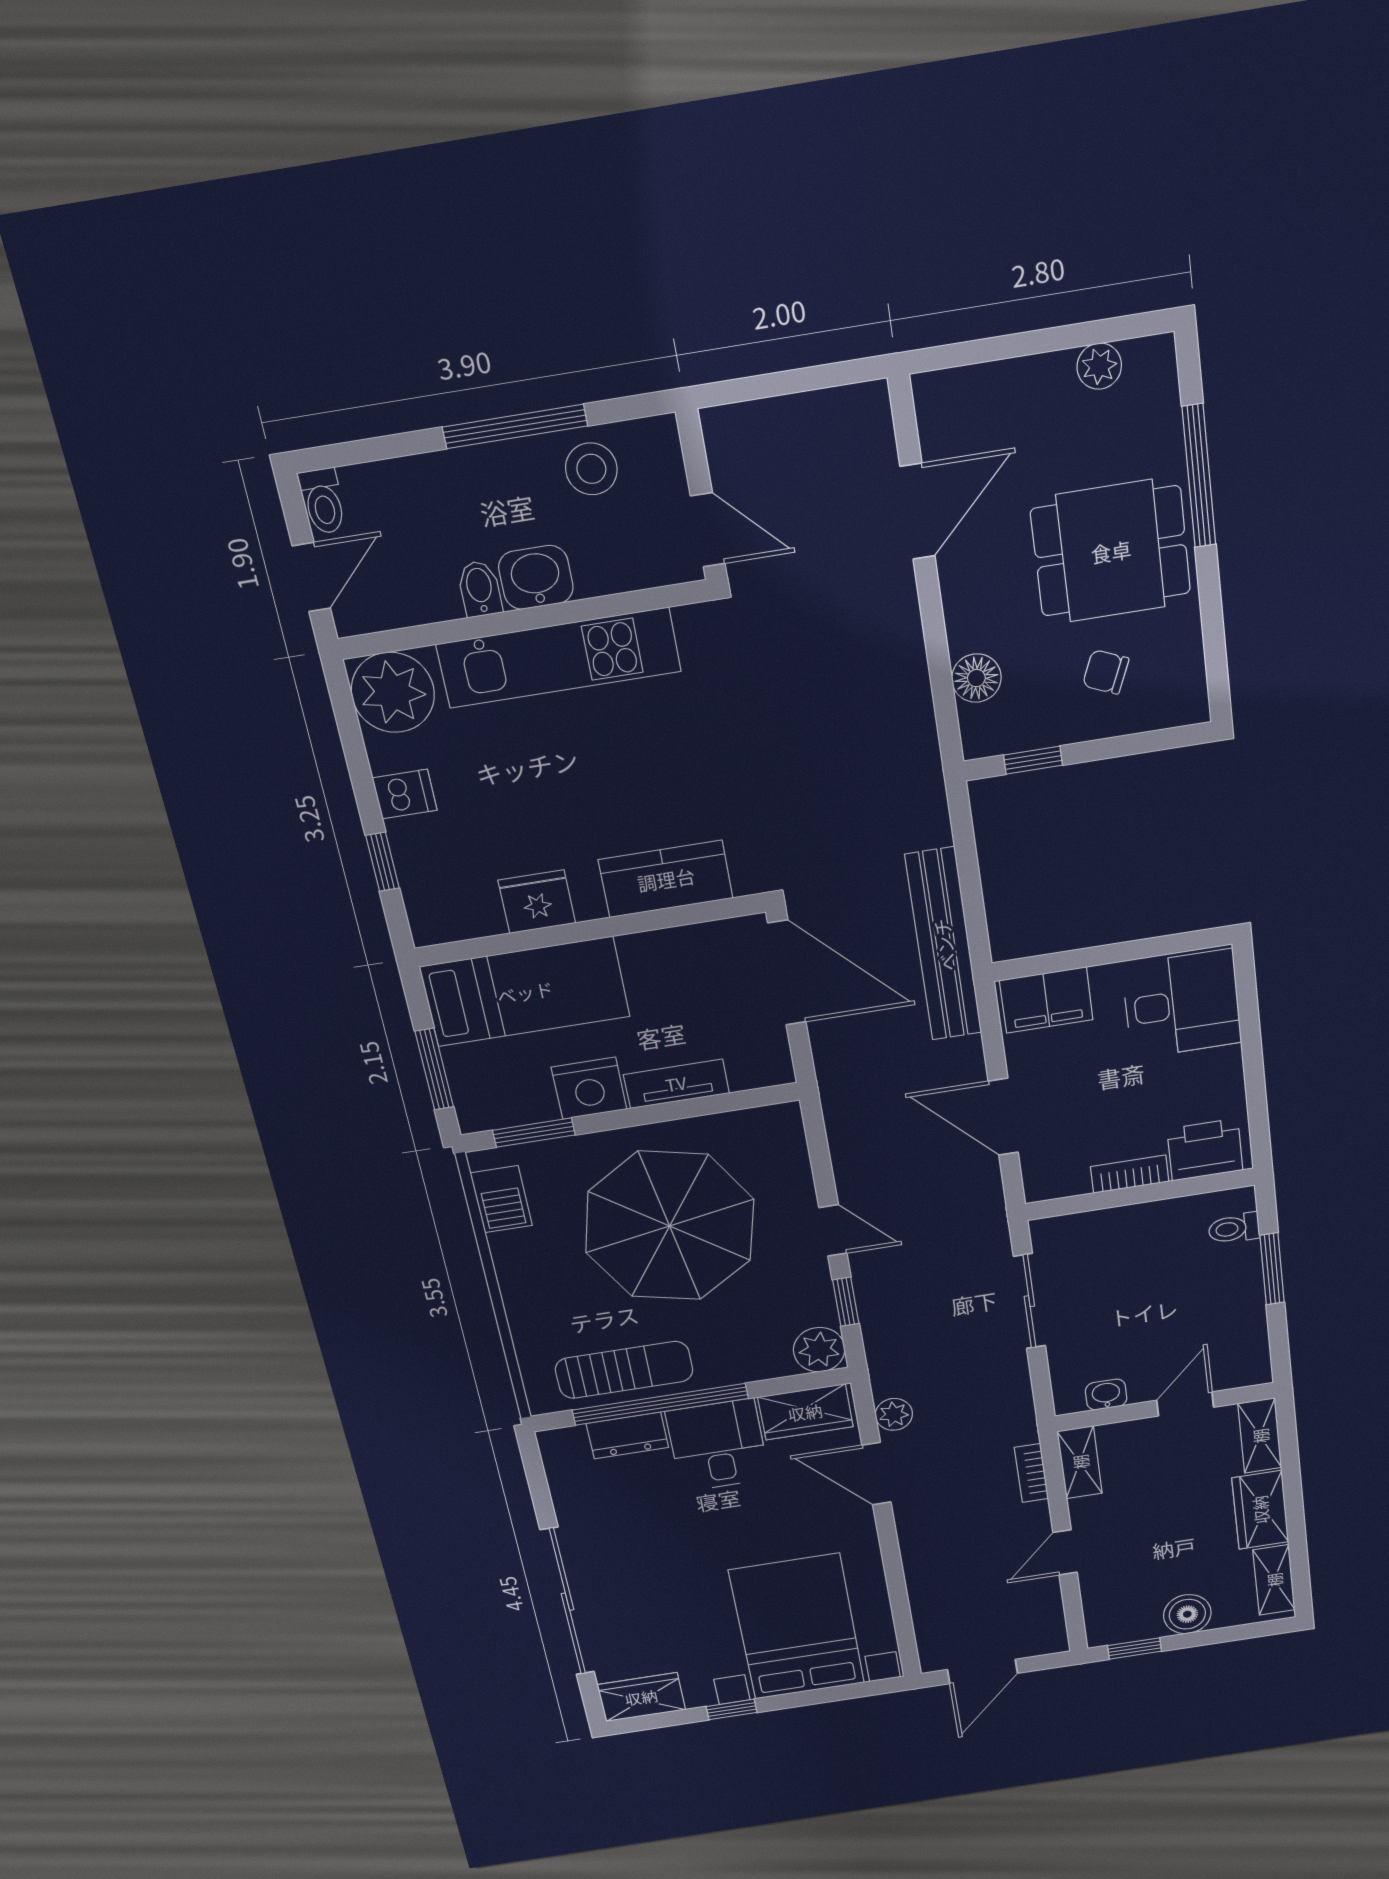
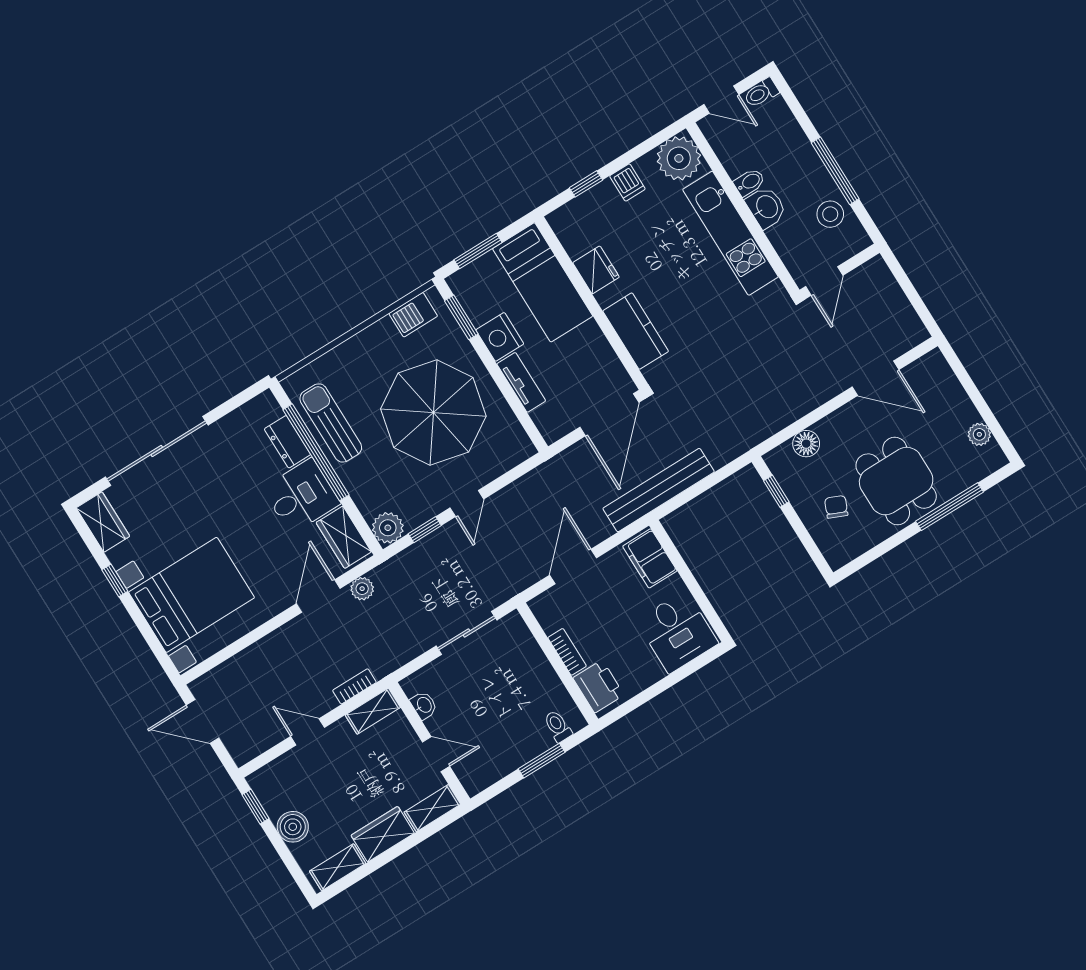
sun lounger: (624, 1370) -> (331, 423), turned 180

